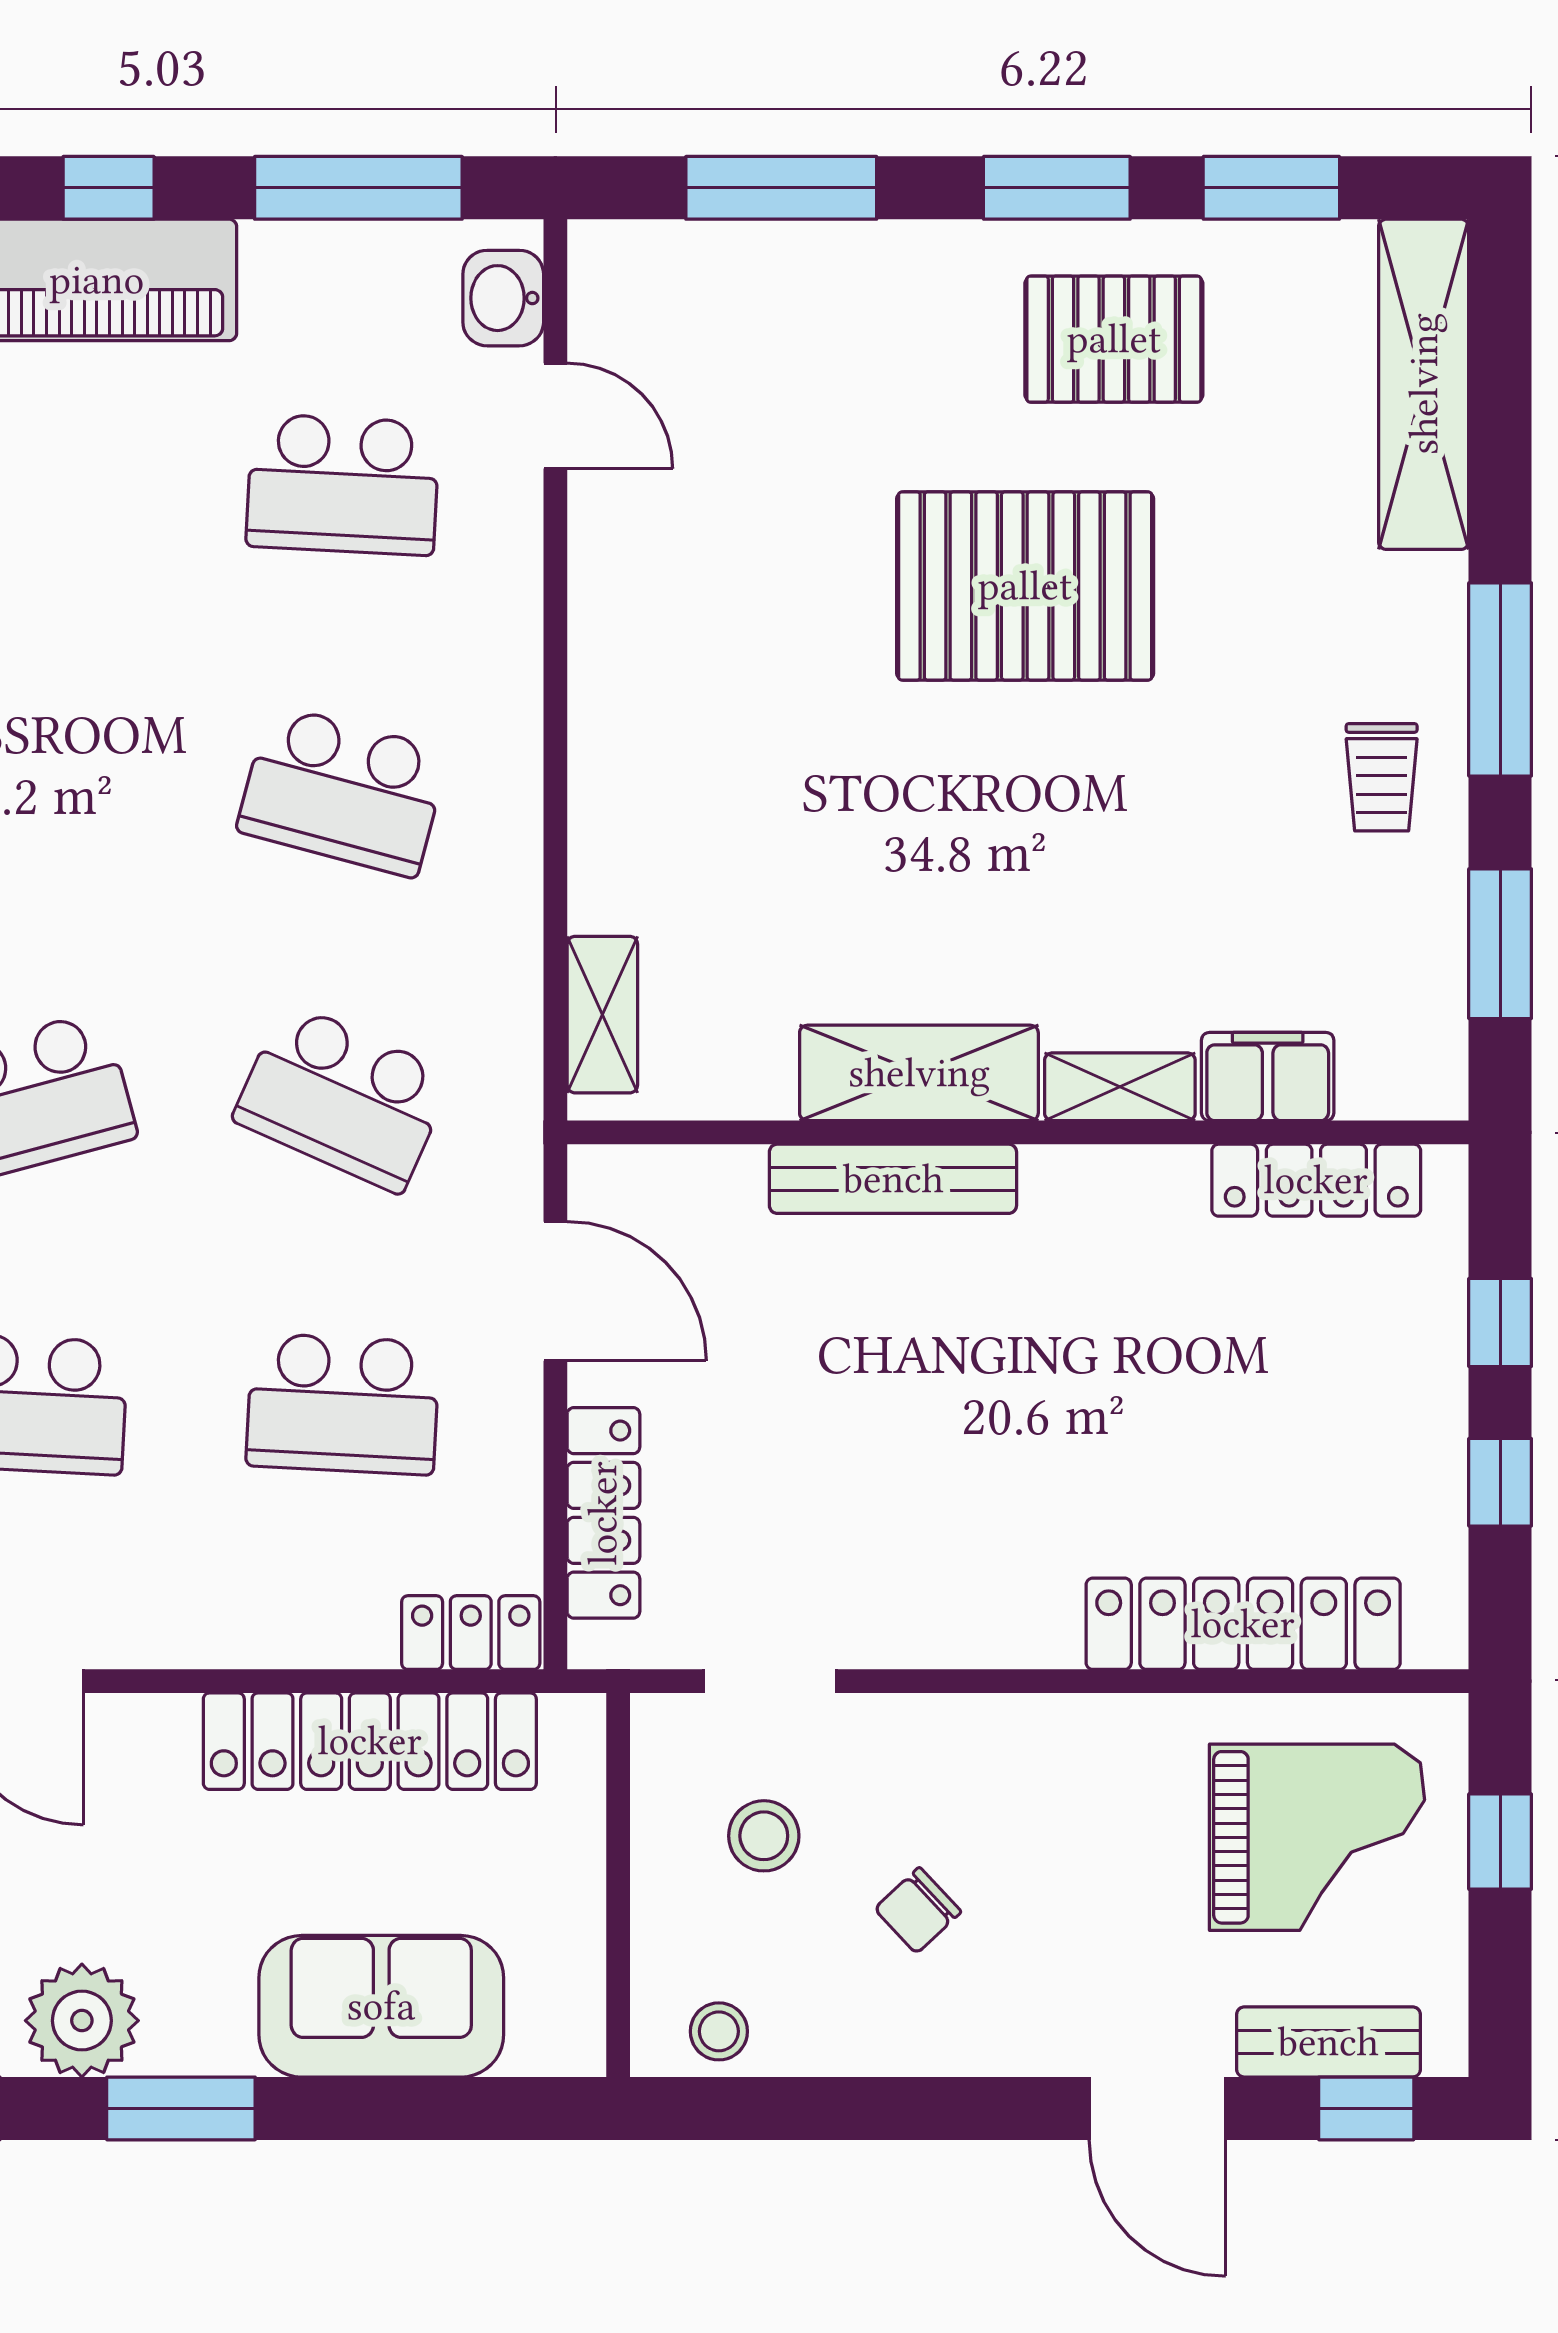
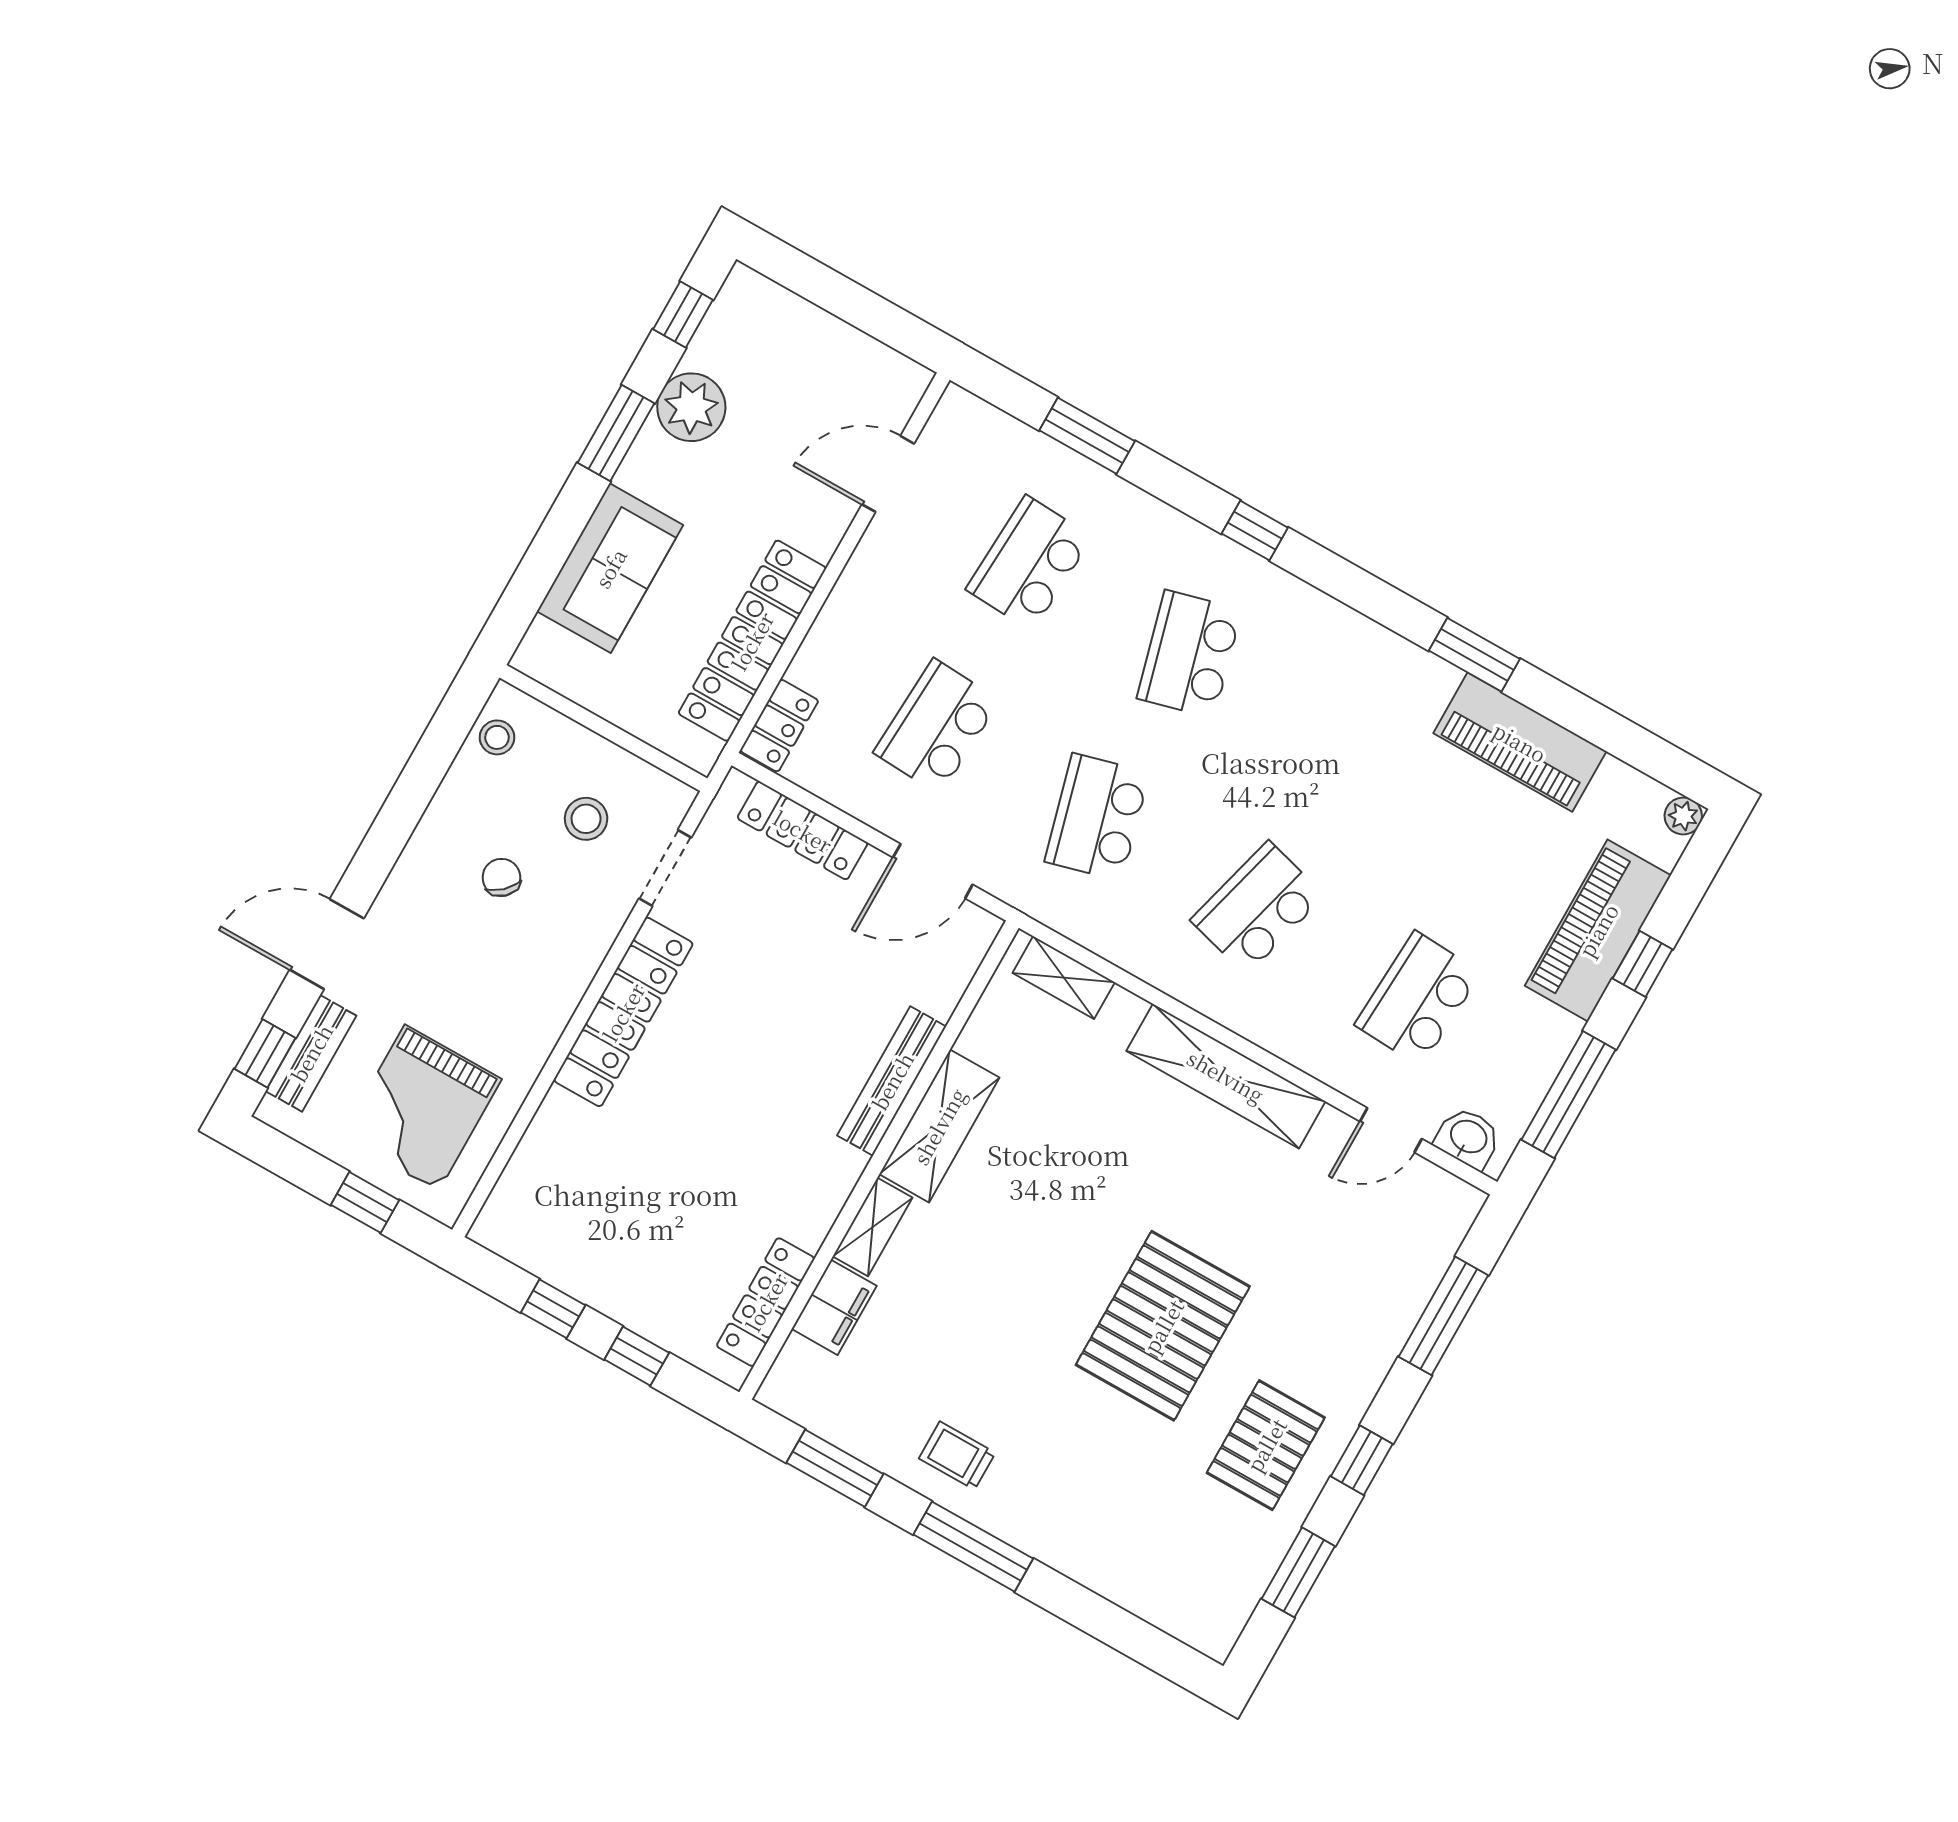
window: (1057, 188) -> (1362, 1460), width x0.67
shelving: (1424, 384) -> (1226, 1076), moved
school desk: (343, 1098) -> (1097, 817), turned -39
locker: (1243, 1624) -> (623, 1012), moved

